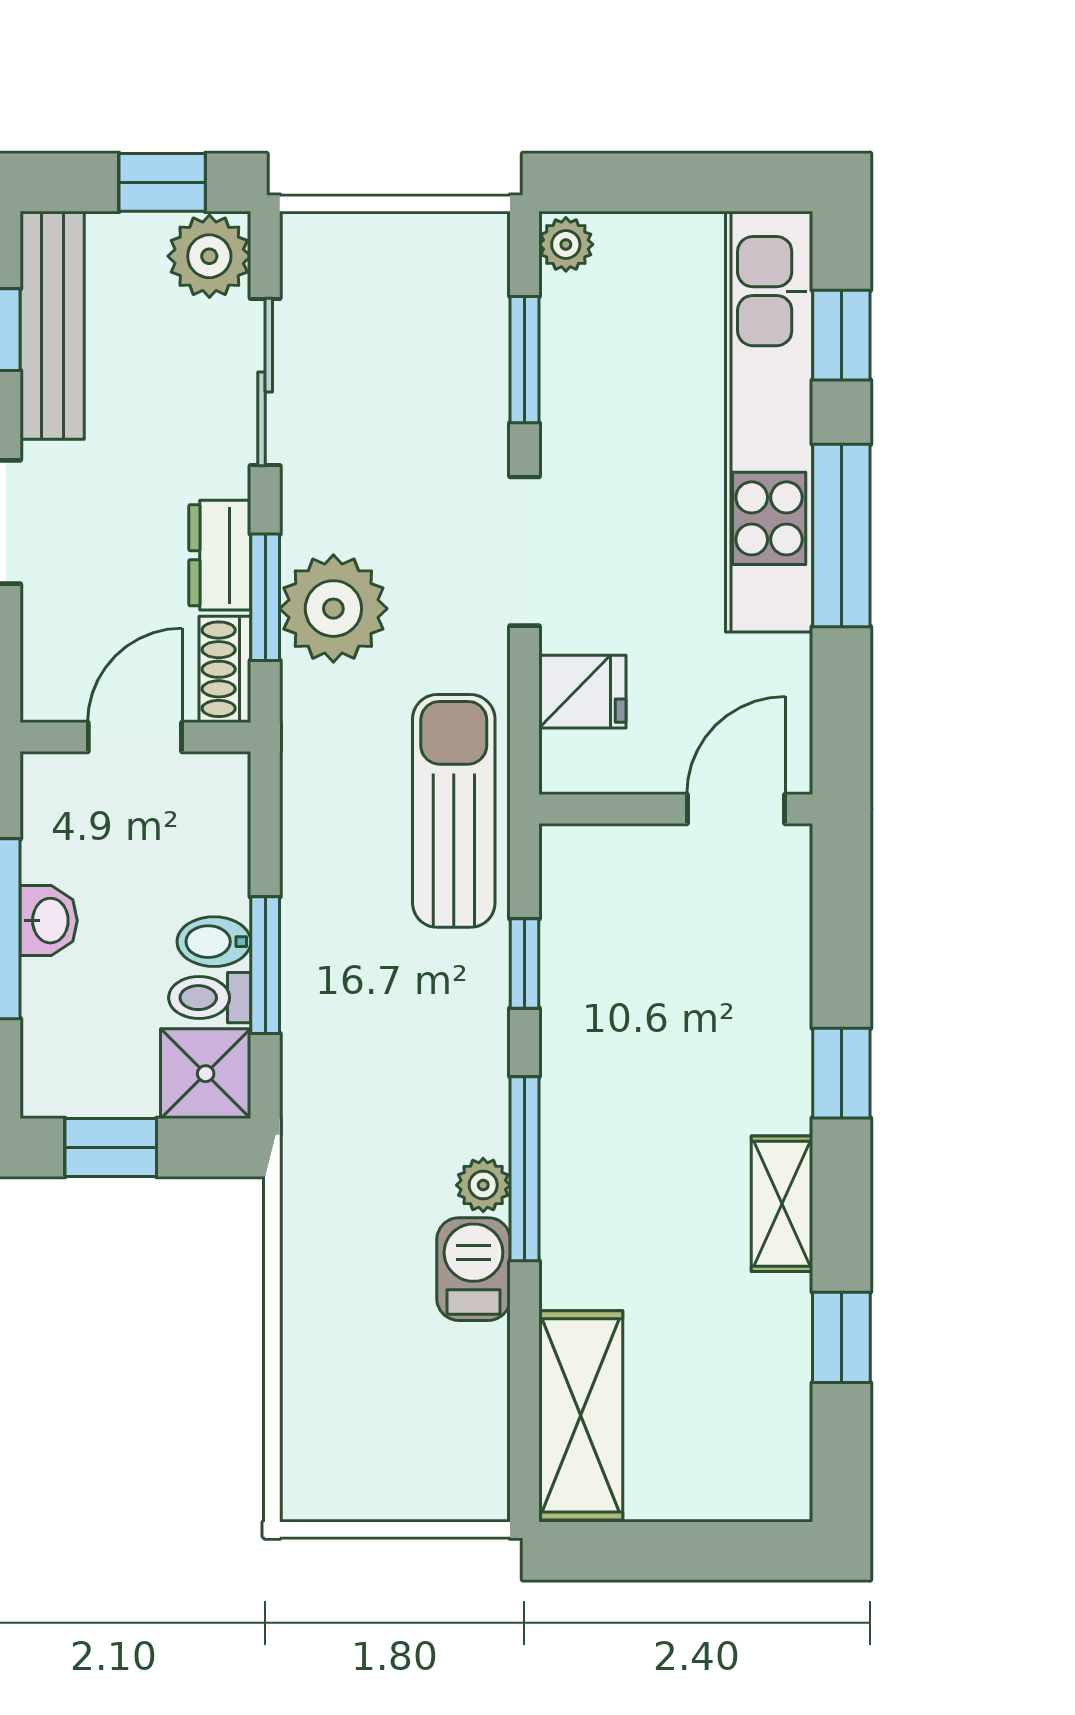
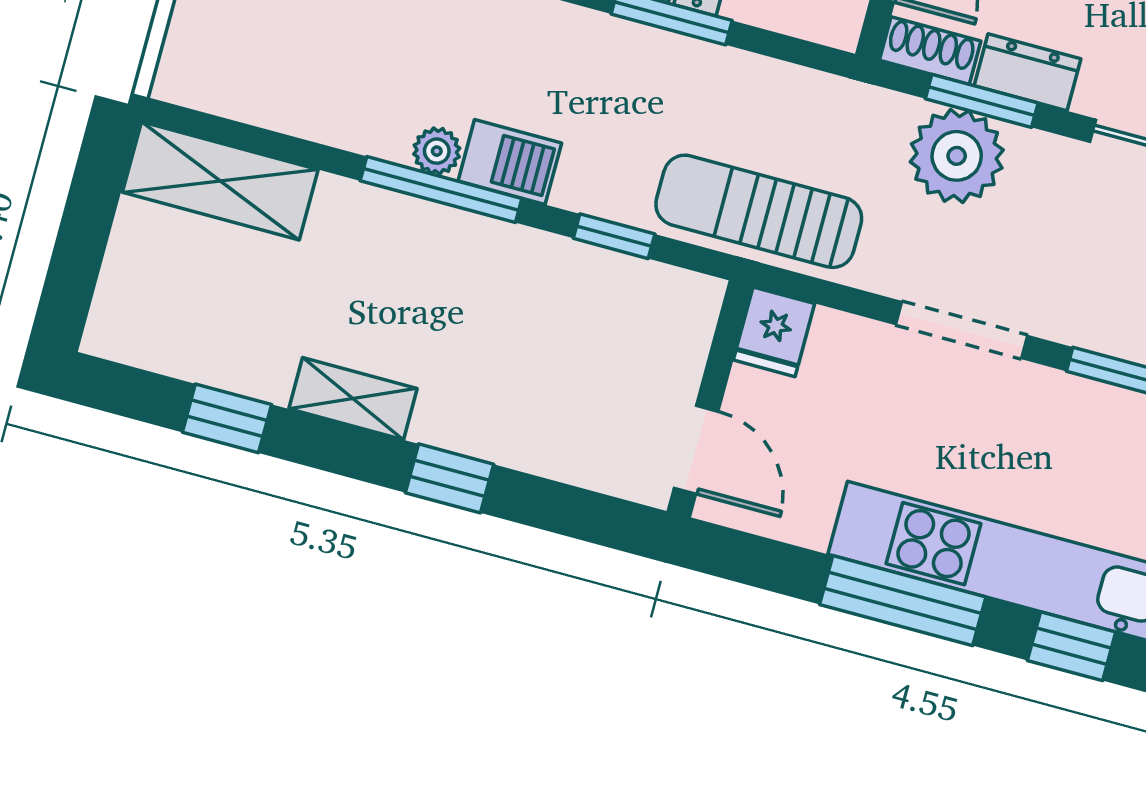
fridge: (582, 692) -> (774, 332), moved
sun lounger: (454, 811) -> (759, 211), turned 180
barbecue: (473, 1269) -> (510, 162), moved

